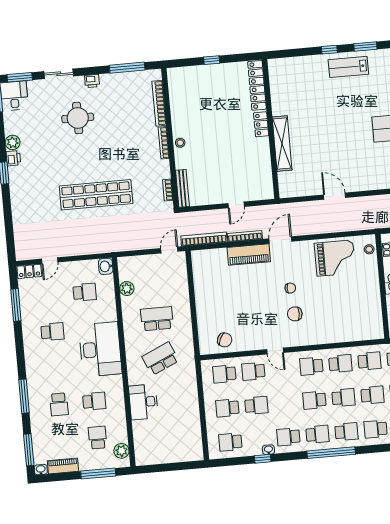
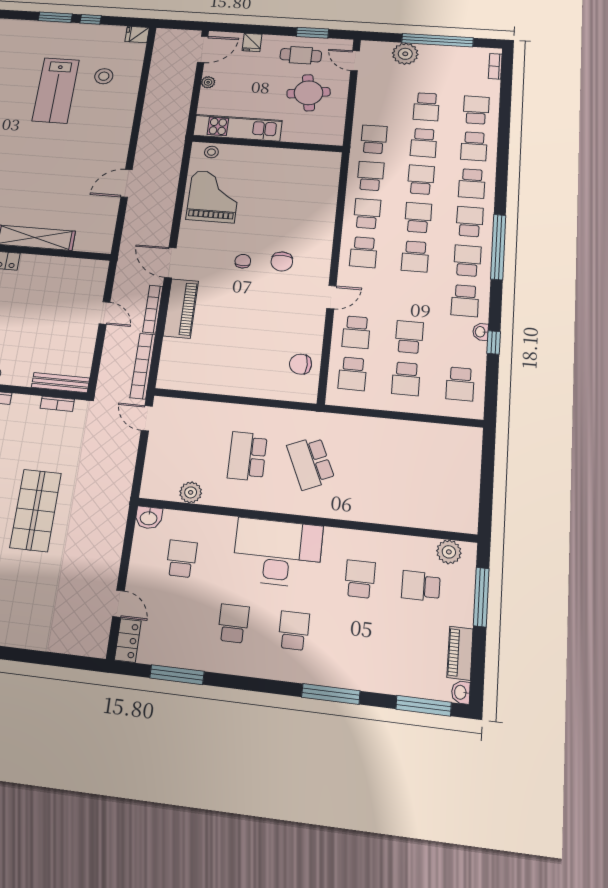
shop shelf: (96, 195) -> (36, 510), width x0.71
chair: (225, 340) -> (300, 364), turned -116
desk: (143, 402) -> (375, 502), removed
school desk: (59, 404) -> (294, 631), moved, turned -90

